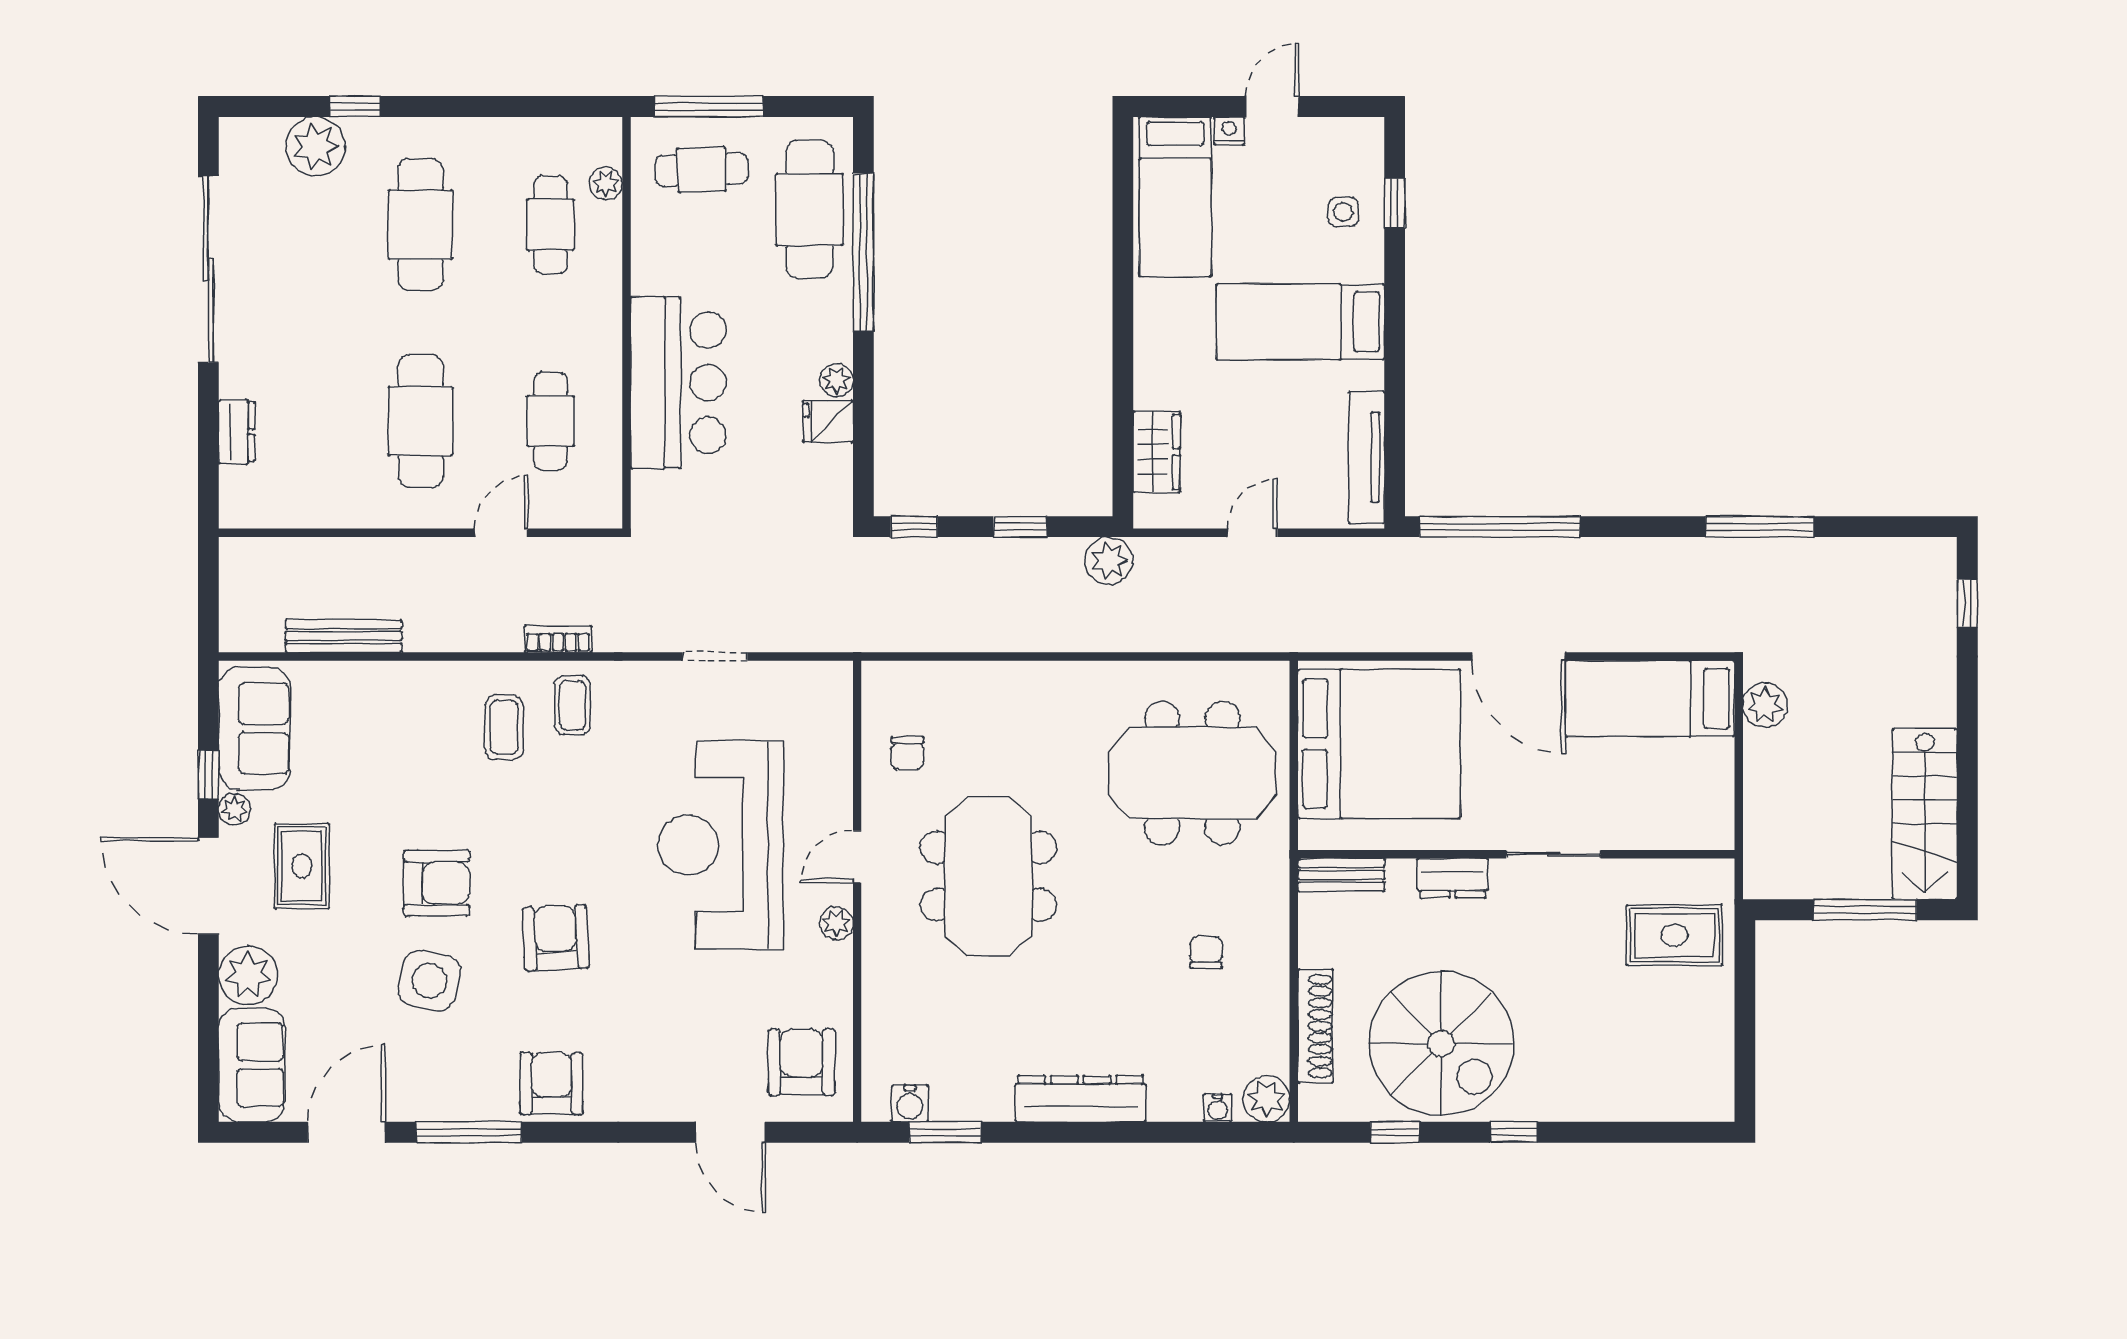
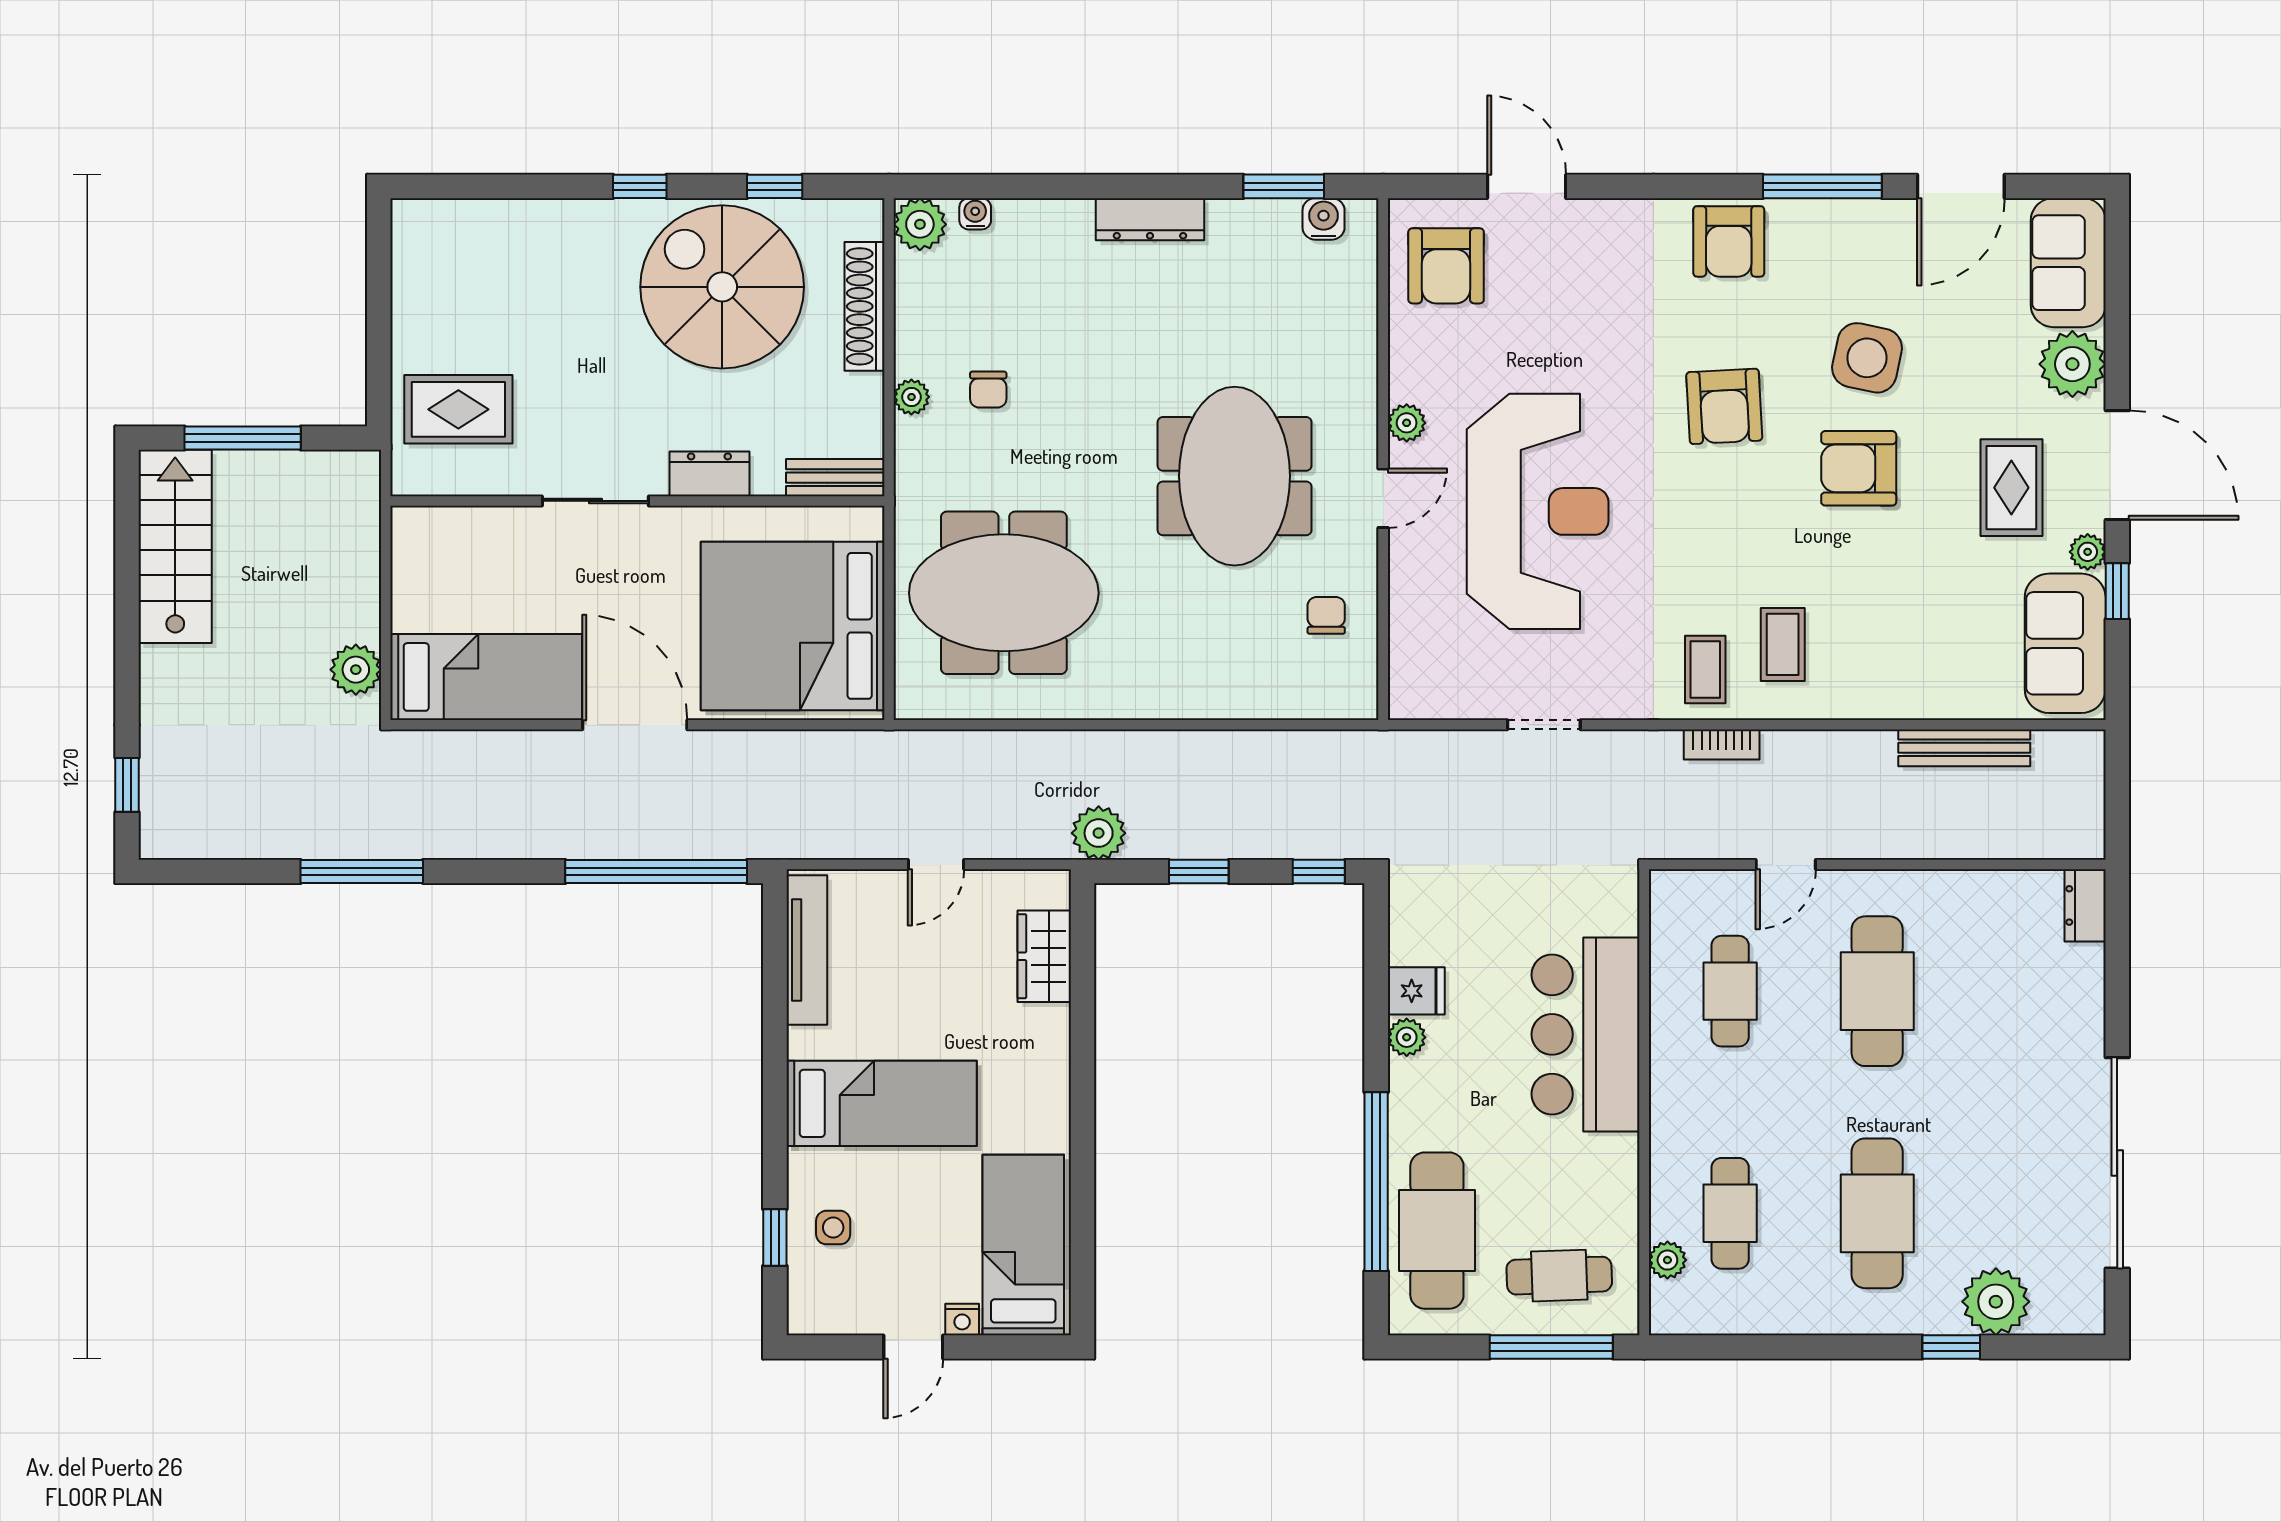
dresser: (237, 432) -> (2085, 905), moved
plant: (1274, 946) -> (911, 397), added
dresser: (1081, 1099) -> (1150, 219), width x0.73, depth x0.80

